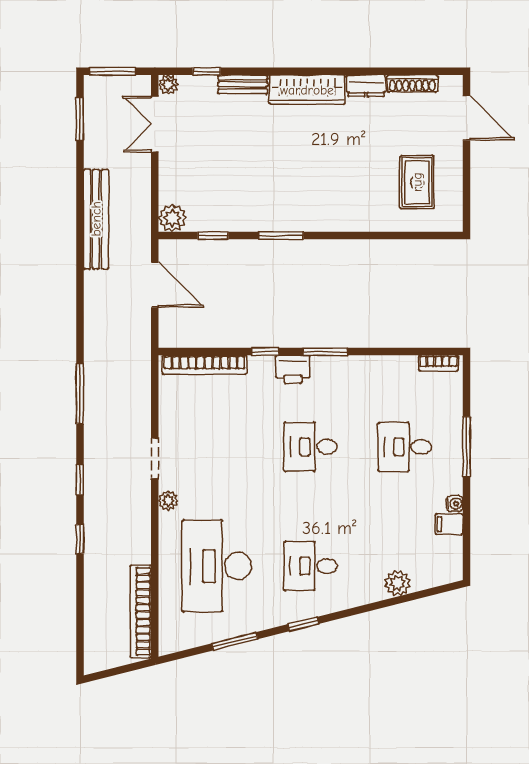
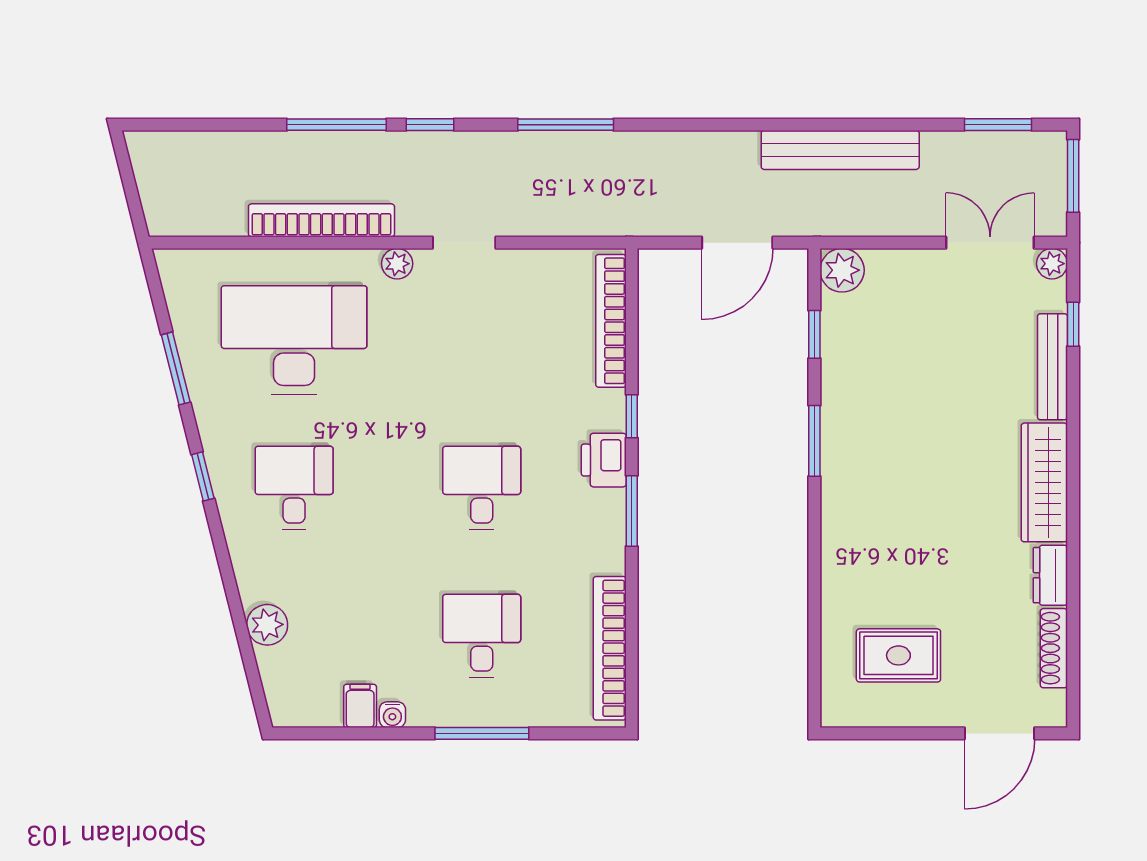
bench: (243, 84) -> (1052, 367), width x1.36
bookcase: (438, 363) -> (610, 648), width x2.31, depth x1.31
window: (80, 539) -> (337, 125), width x2.17
bookcase: (141, 611) -> (321, 220), moved

